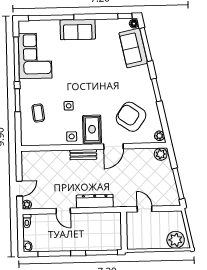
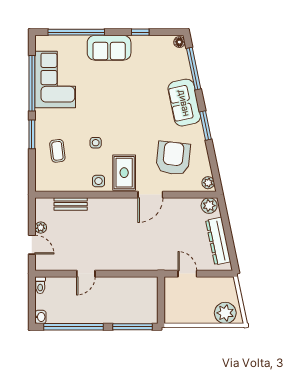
window: (125, 16) -> (140, 32), moved
sofa: (133, 48) -> (184, 103), moved
armchair: (131, 117) -> (173, 158), turned 62
bench: (83, 155) -> (71, 204), moved
window: (178, 184) -> (230, 243), removed
door: (19, 189) -> (32, 245), hinge flipped
dresser: (95, 201) -> (218, 241), moved, turned -102
plant: (27, 205) -> (41, 228), moved
door: (63, 211) -> (86, 274), hinge flipped
window: (54, 254) -> (73, 327), width x1.46

